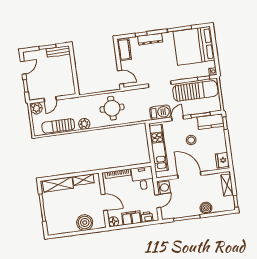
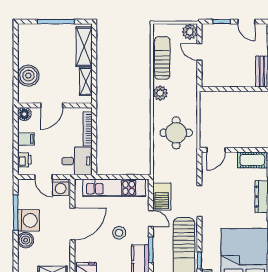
washing machine: (191, 208) -> (28, 220), added
filing cabinet: (132, 218) -> (26, 139), width x0.50

